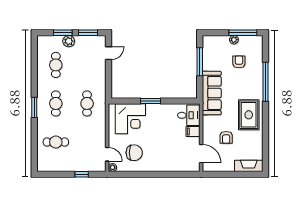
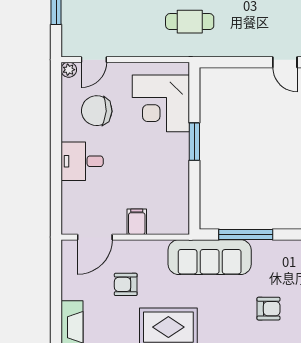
window: (200, 62) -> (246, 234), moved
desk: (189, 115) -> (82, 161), moved, turned 90
chair: (134, 153) -> (97, 111), turned 93

